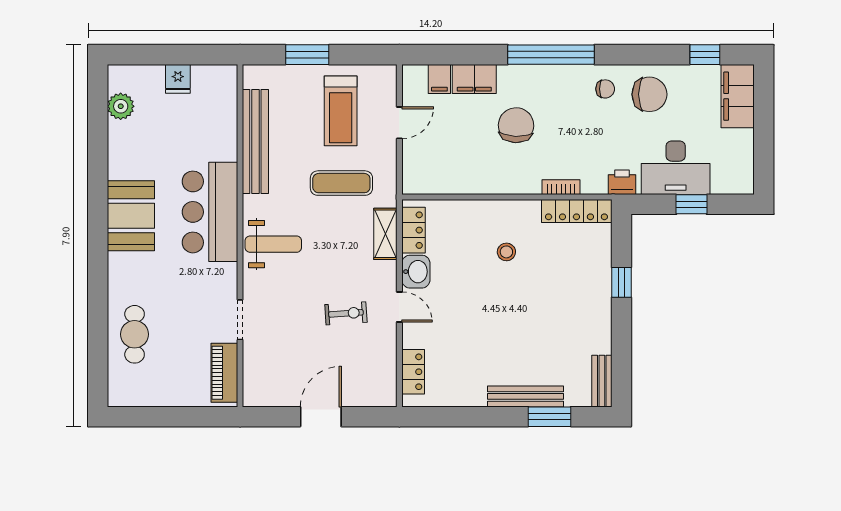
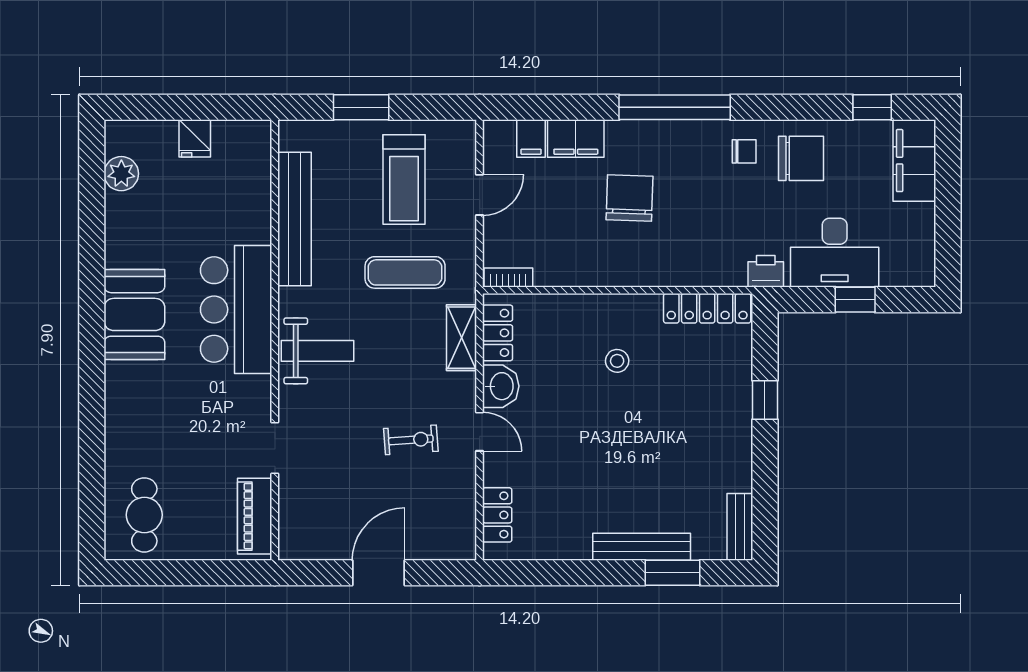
bookcase: (561, 187) -> (508, 278), moved
cafe table: (135, 334) -> (144, 515), moved

